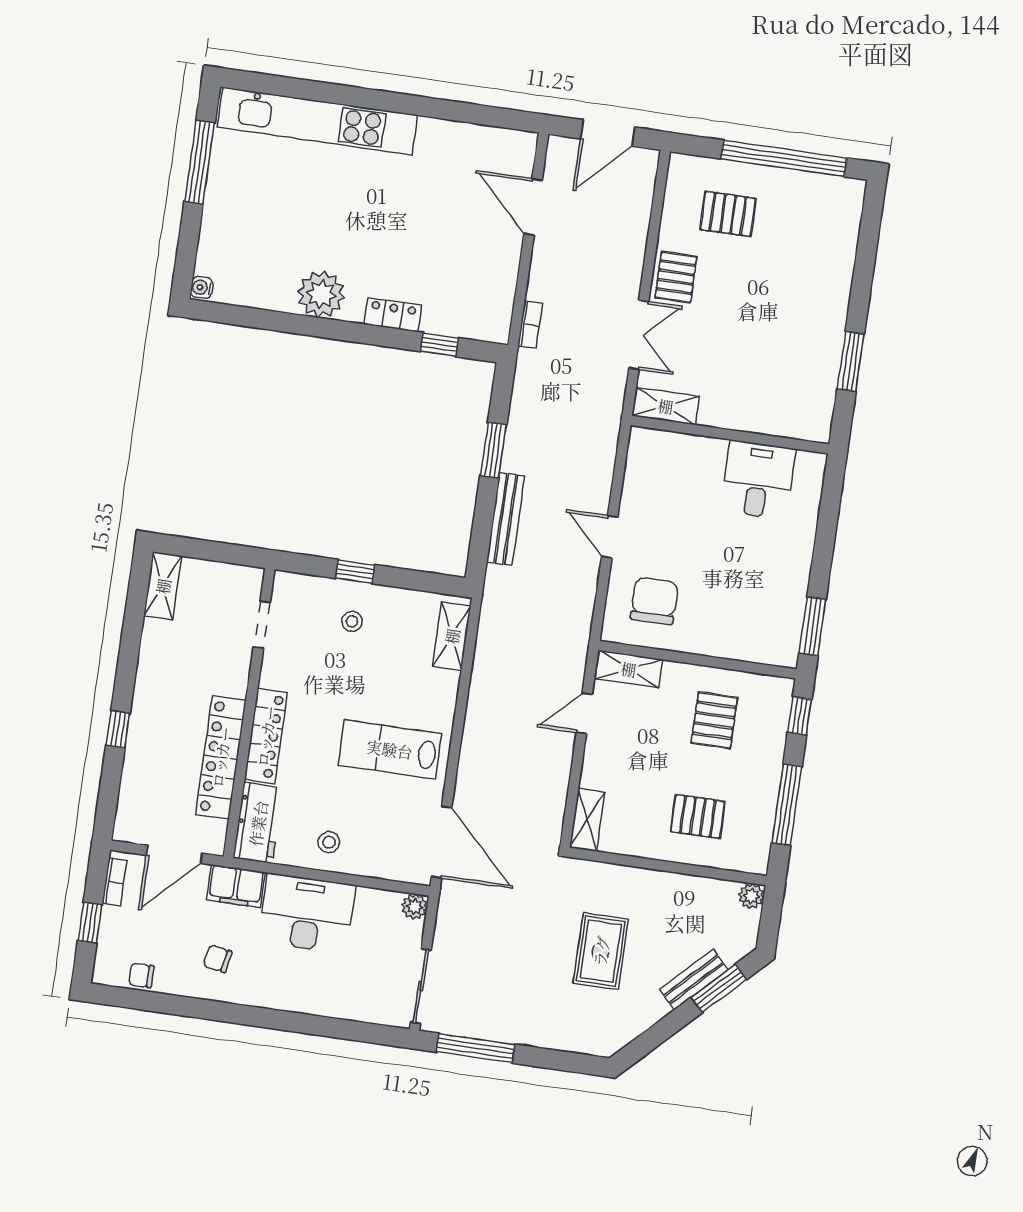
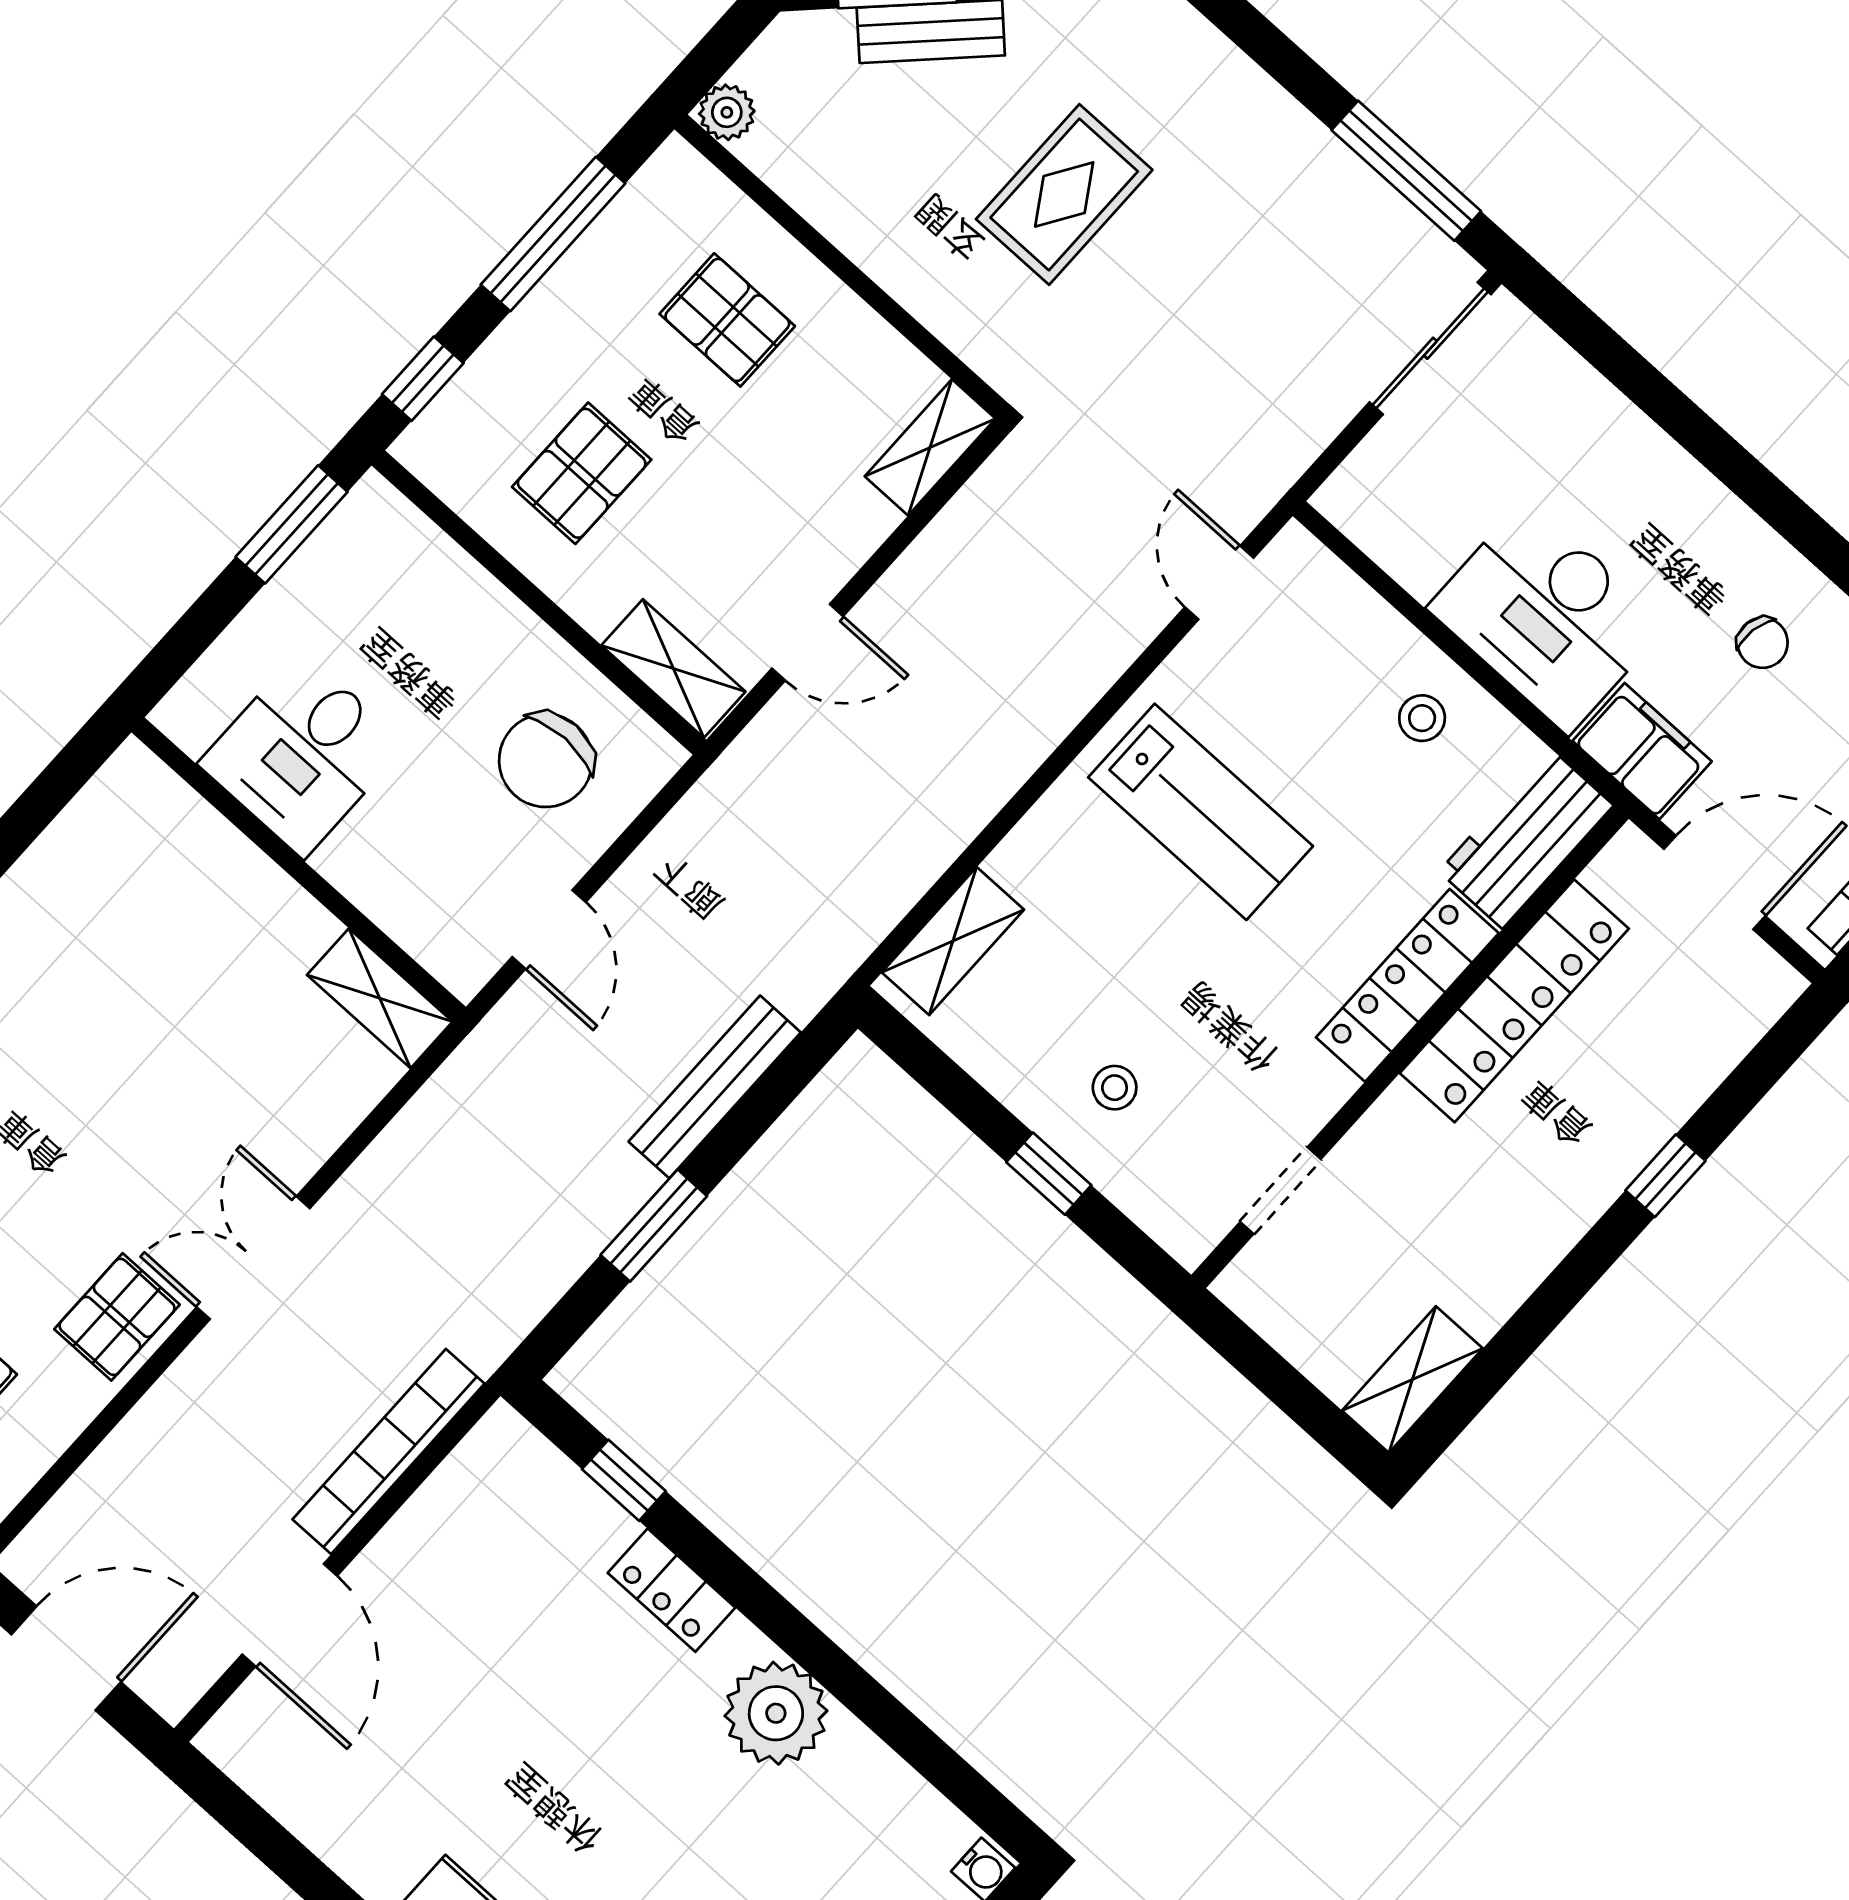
bookcase: (530, 325) -> (388, 1451), width x2.31, depth x1.31
shelving: (666, 406) -> (380, 998), moved
wall: (730, 435) -> (299, 870), moved
desk: (758, 480) -> (302, 754), moved
door: (442, 842) -> (1219, 583), width x0.53
plant: (414, 907) -> (1346, 499), removed

